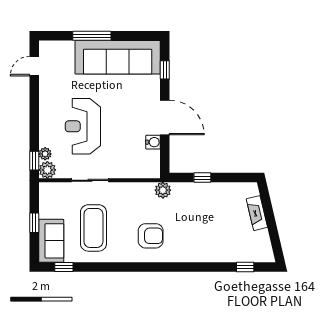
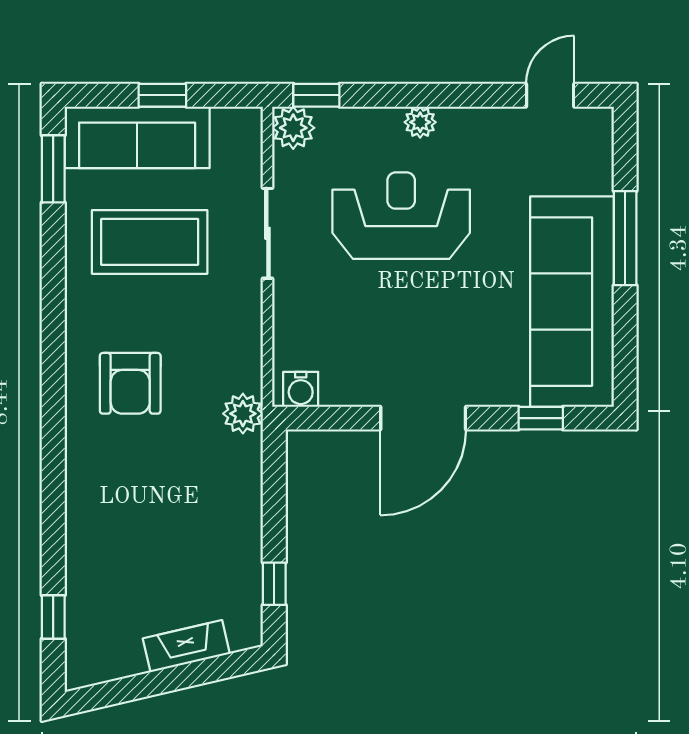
door: (34, 66) -> (550, 95), hinge flipped
water cooler: (153, 142) -> (301, 389), moved
plant: (45, 154) -> (420, 122), moved
window: (202, 178) -> (274, 584), moved
sofa: (51, 241) -> (137, 137), width x1.36
window: (64, 267) -> (53, 169), width x1.50

